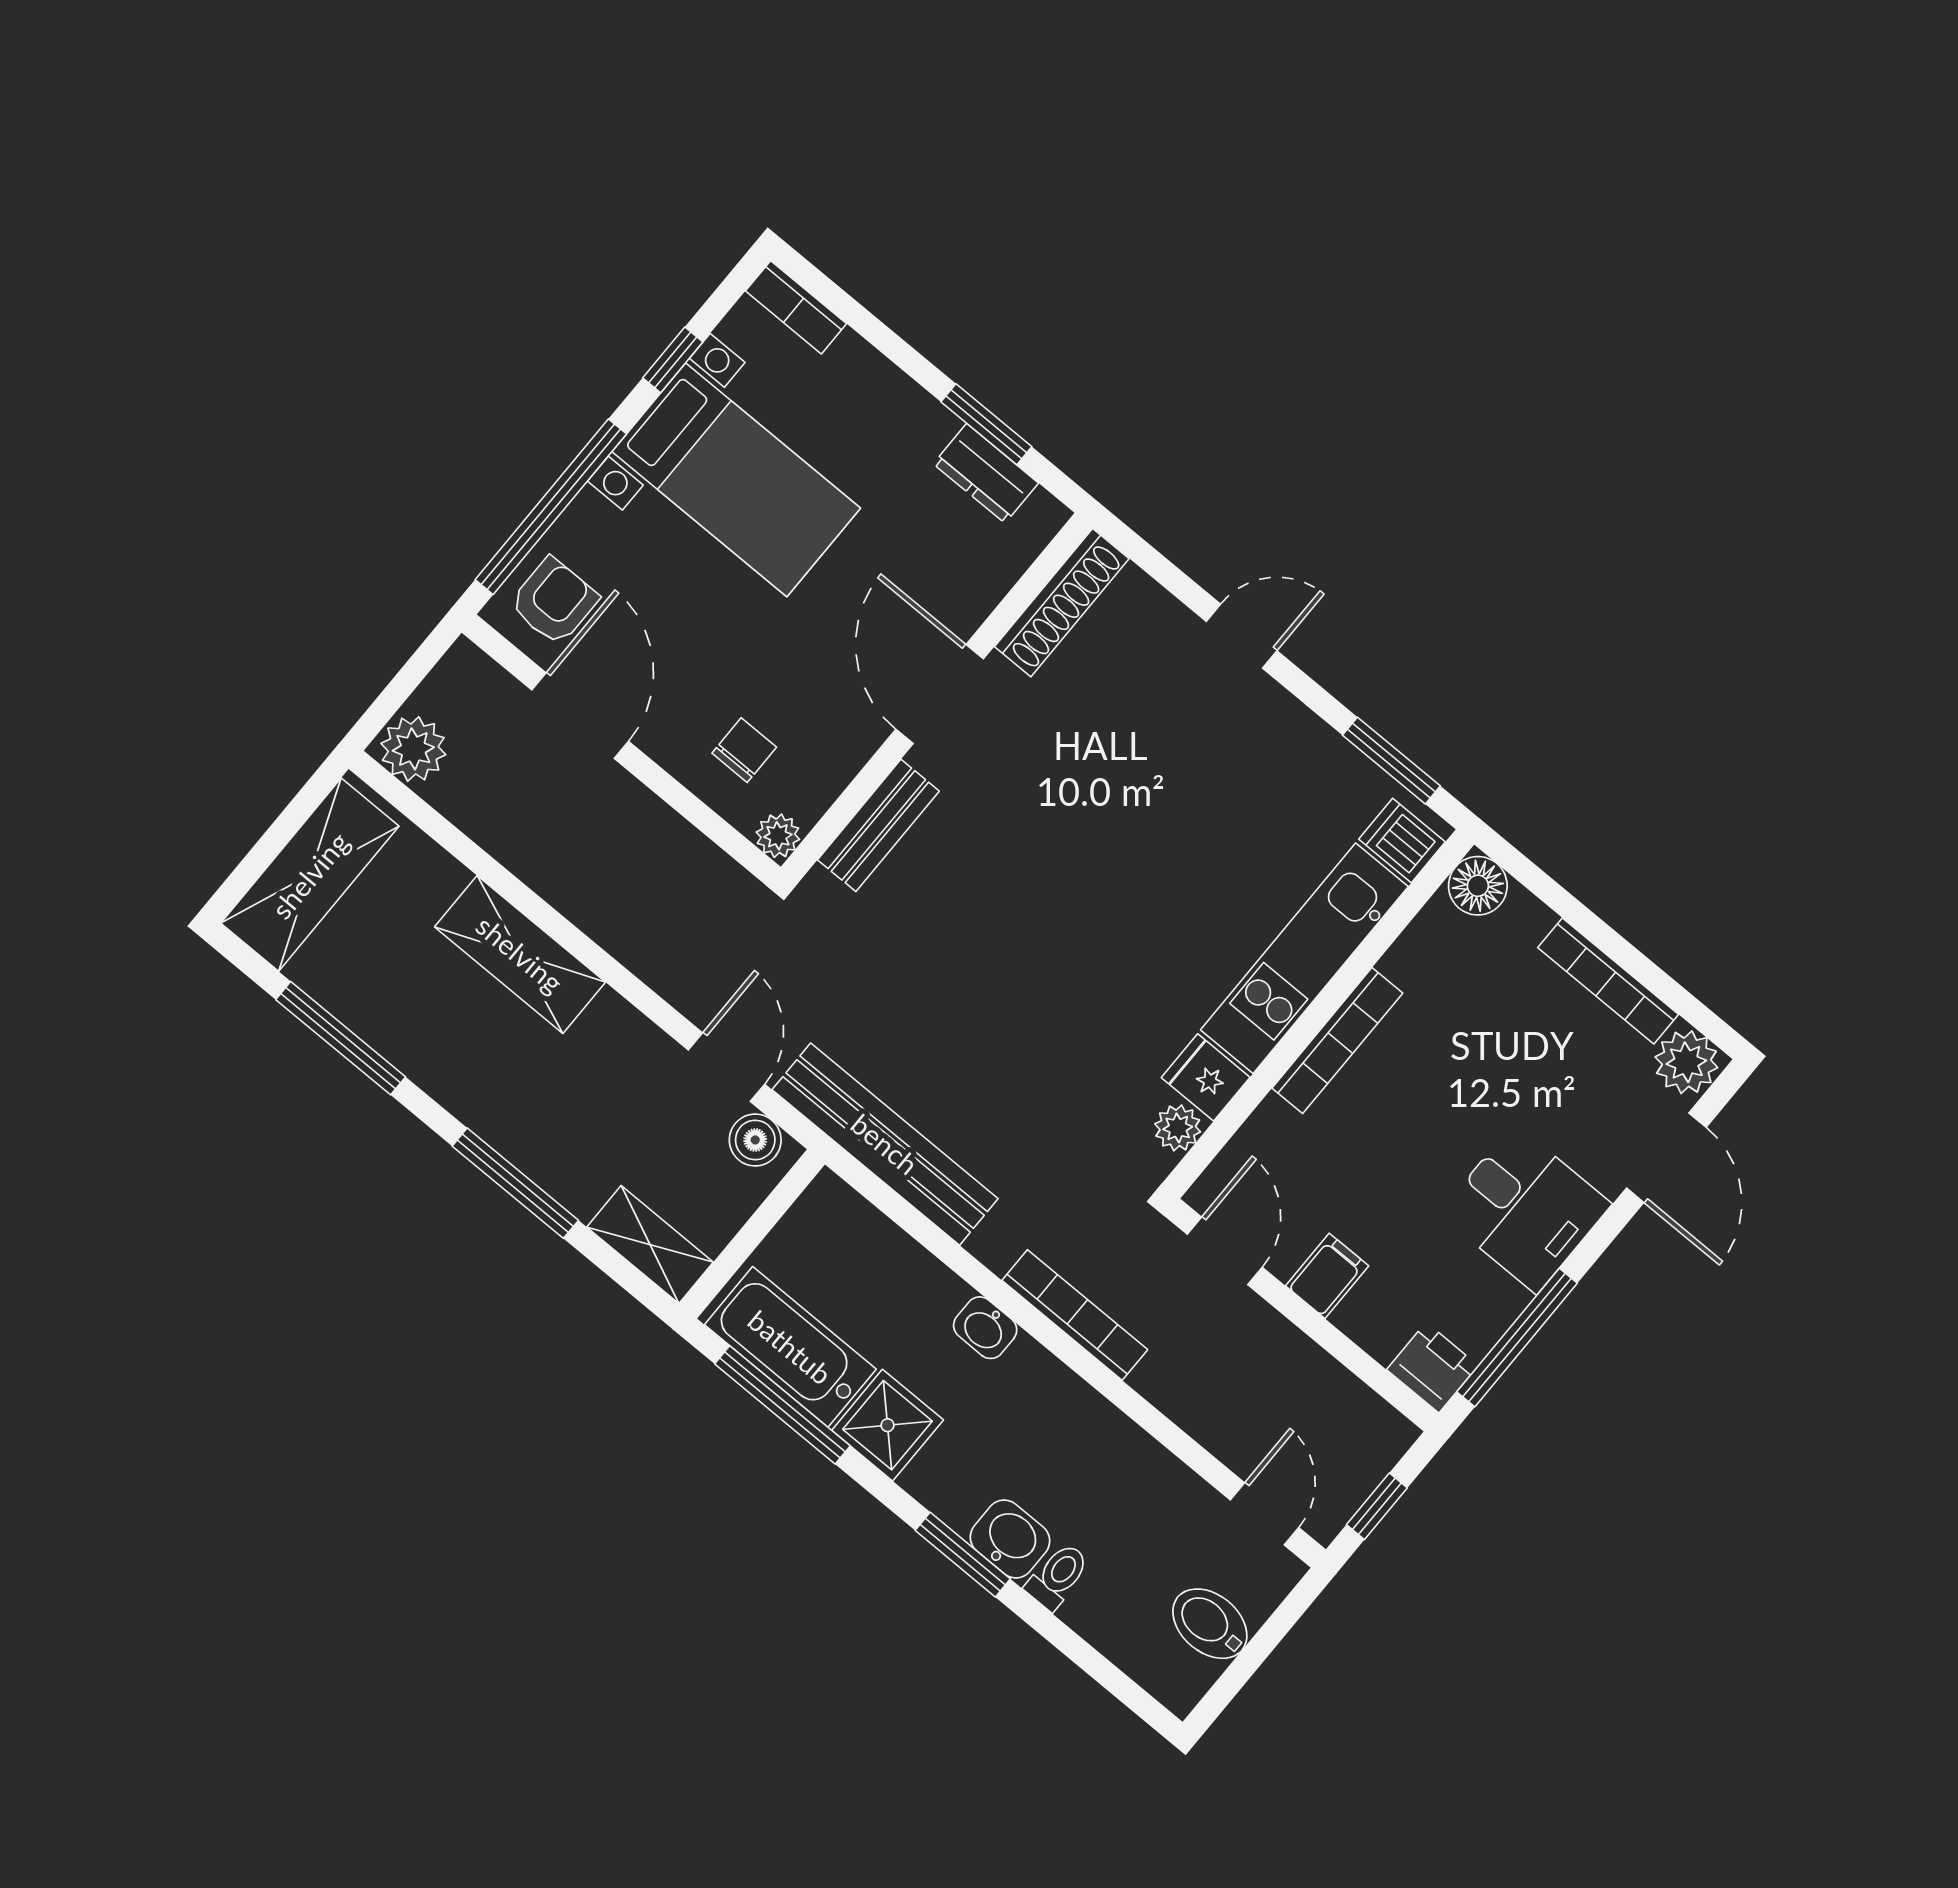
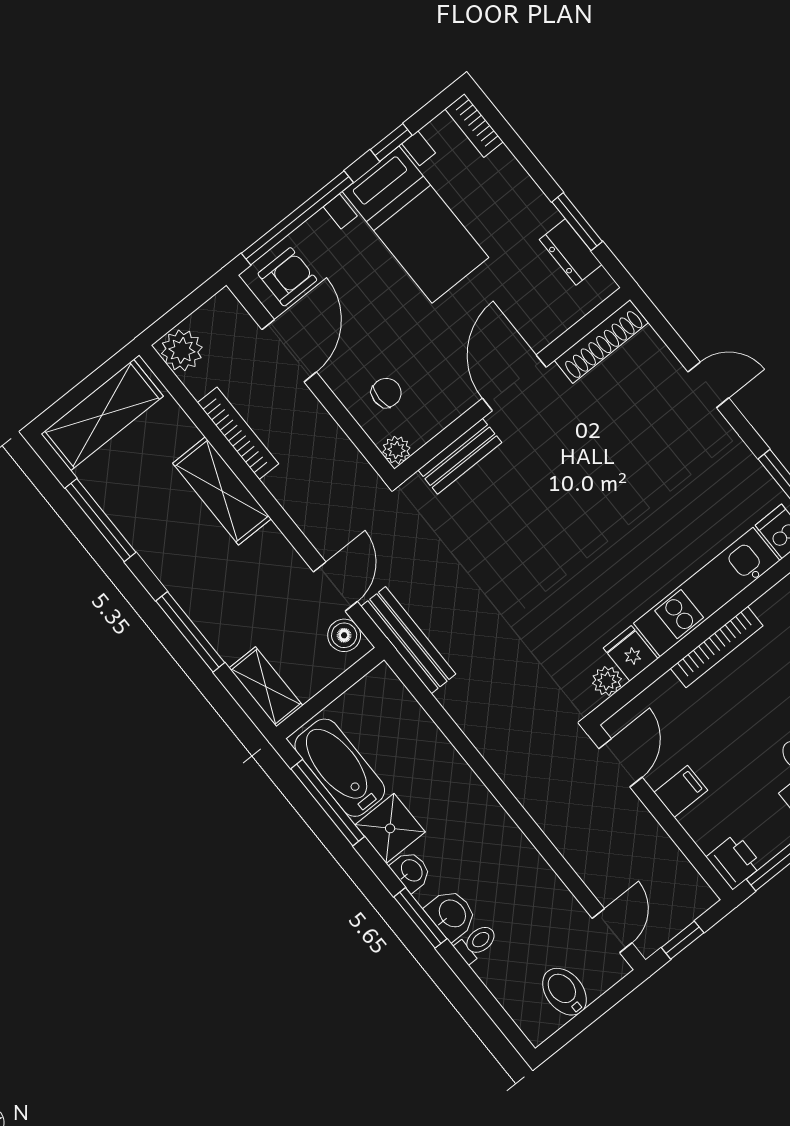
bench: (885, 1144) -> (408, 640), width x0.73, depth x0.82
bookcase: (1075, 1315) -> (238, 433), moved
washbasin: (985, 1328) -> (411, 871), moved, turned 180

